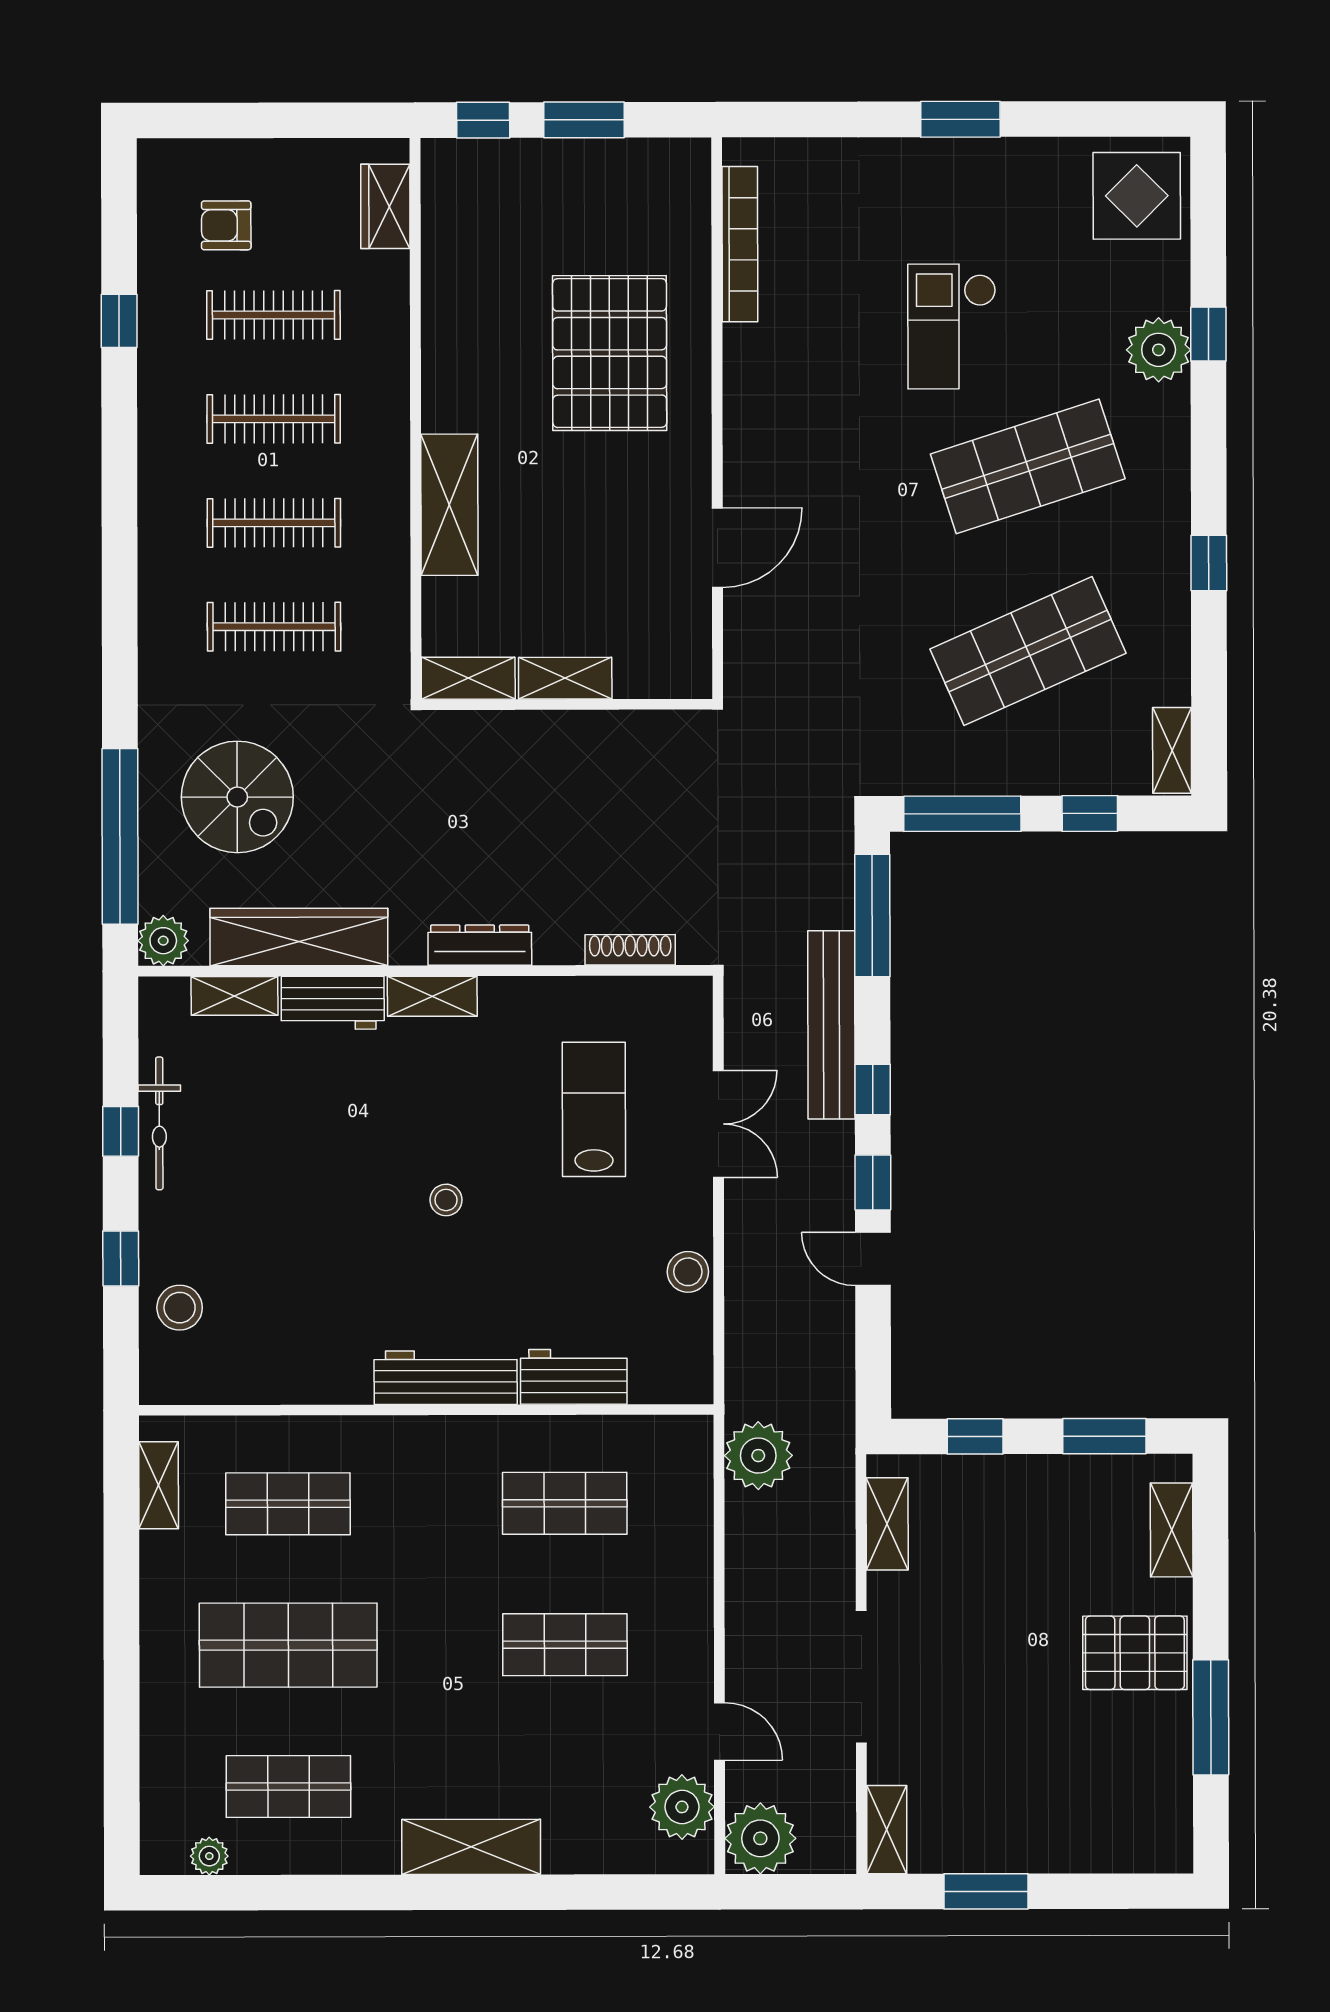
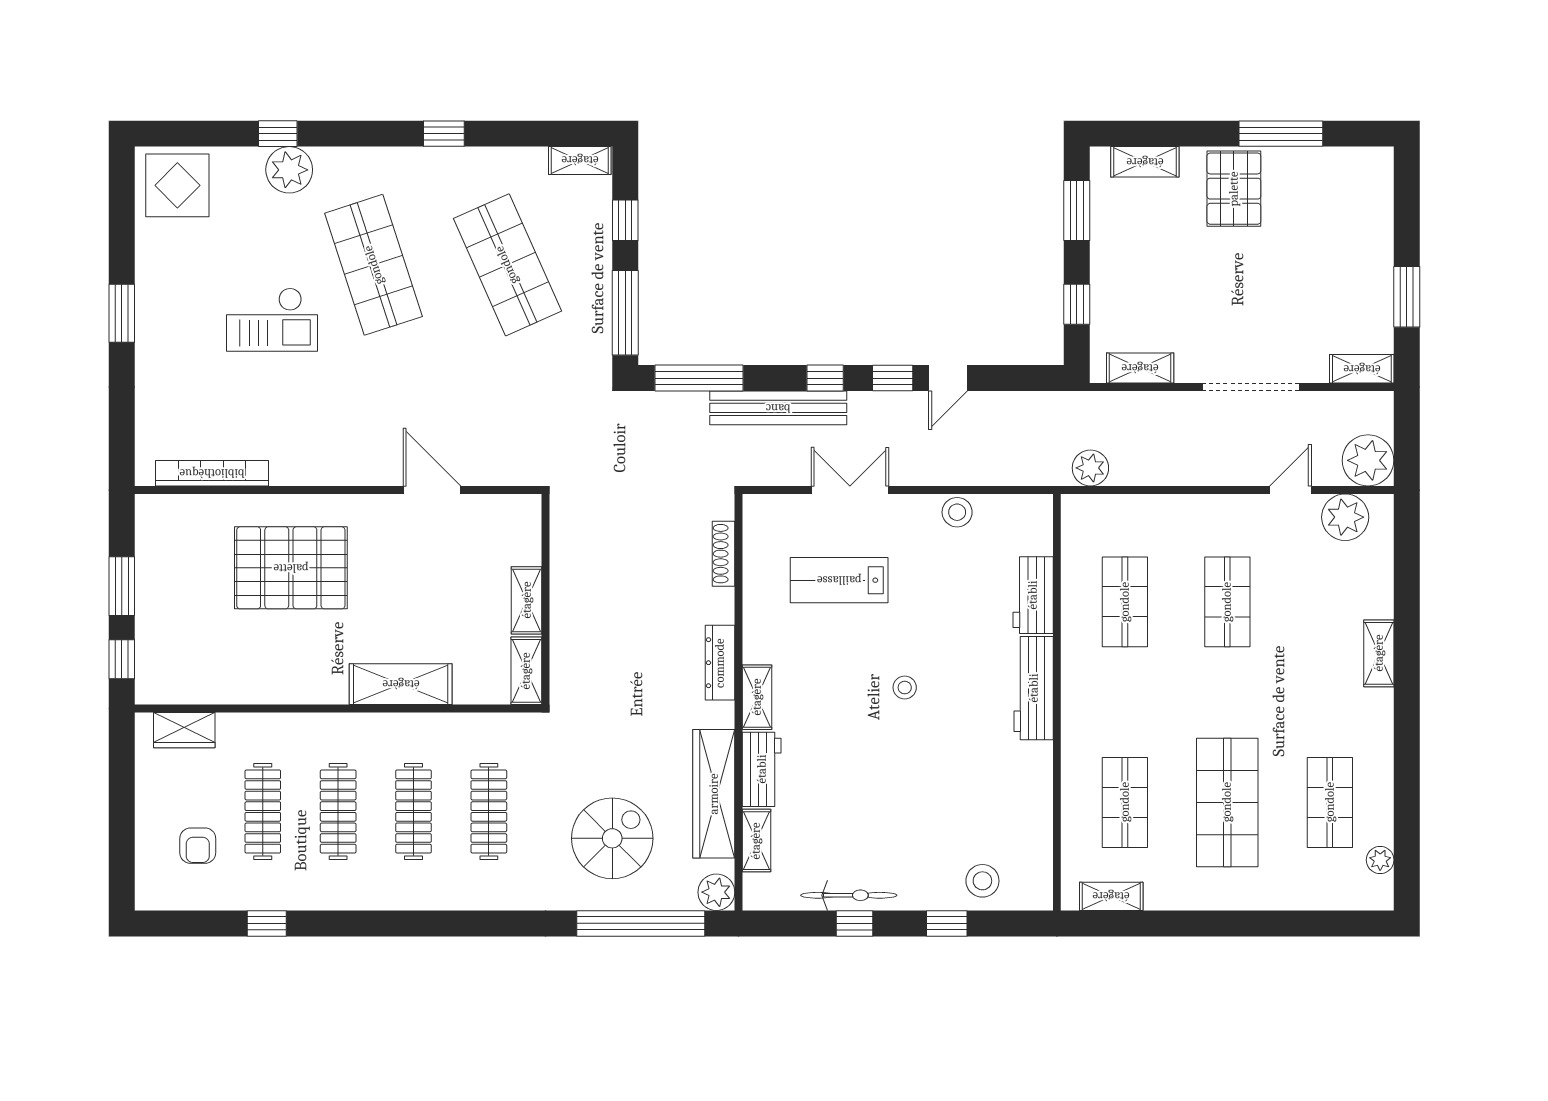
plant: (758, 1456) -> (1090, 468), width x0.73, depth x0.73
shelving: (471, 1847) -> (1379, 653), width x0.67, depth x0.75

